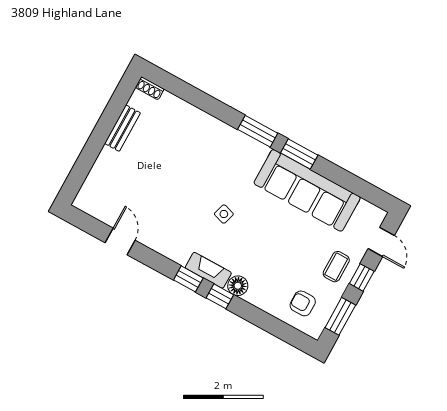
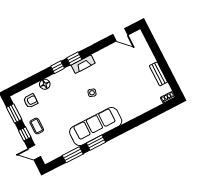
window: (258, 131) -> (73, 155), moved
sofa: (307, 190) -> (96, 126), moved
door: (120, 241) -> (120, 35), moved
fireplace: (208, 270) -> (83, 64), moved
floor lamp: (238, 286) -> (45, 84), moved

